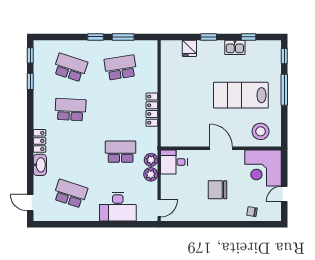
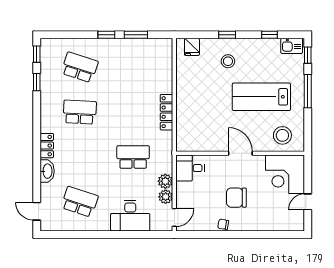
kitchen sink: (235, 47) -> (292, 46), moved
fridge: (189, 48) -> (192, 47), moved
stool: (210, 62) -> (228, 61), added
school desk: (121, 68) -> (133, 67), removed
plant: (151, 160) -> (166, 197), moved
chair: (252, 212) -> (223, 224), moved

